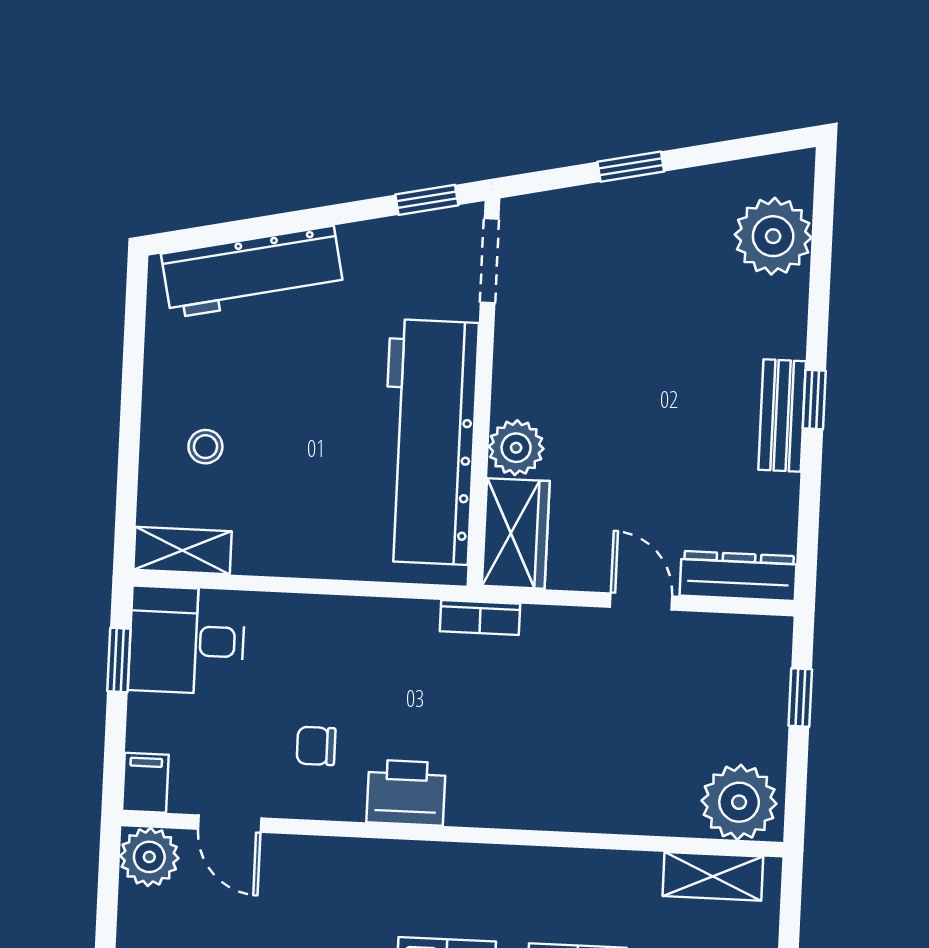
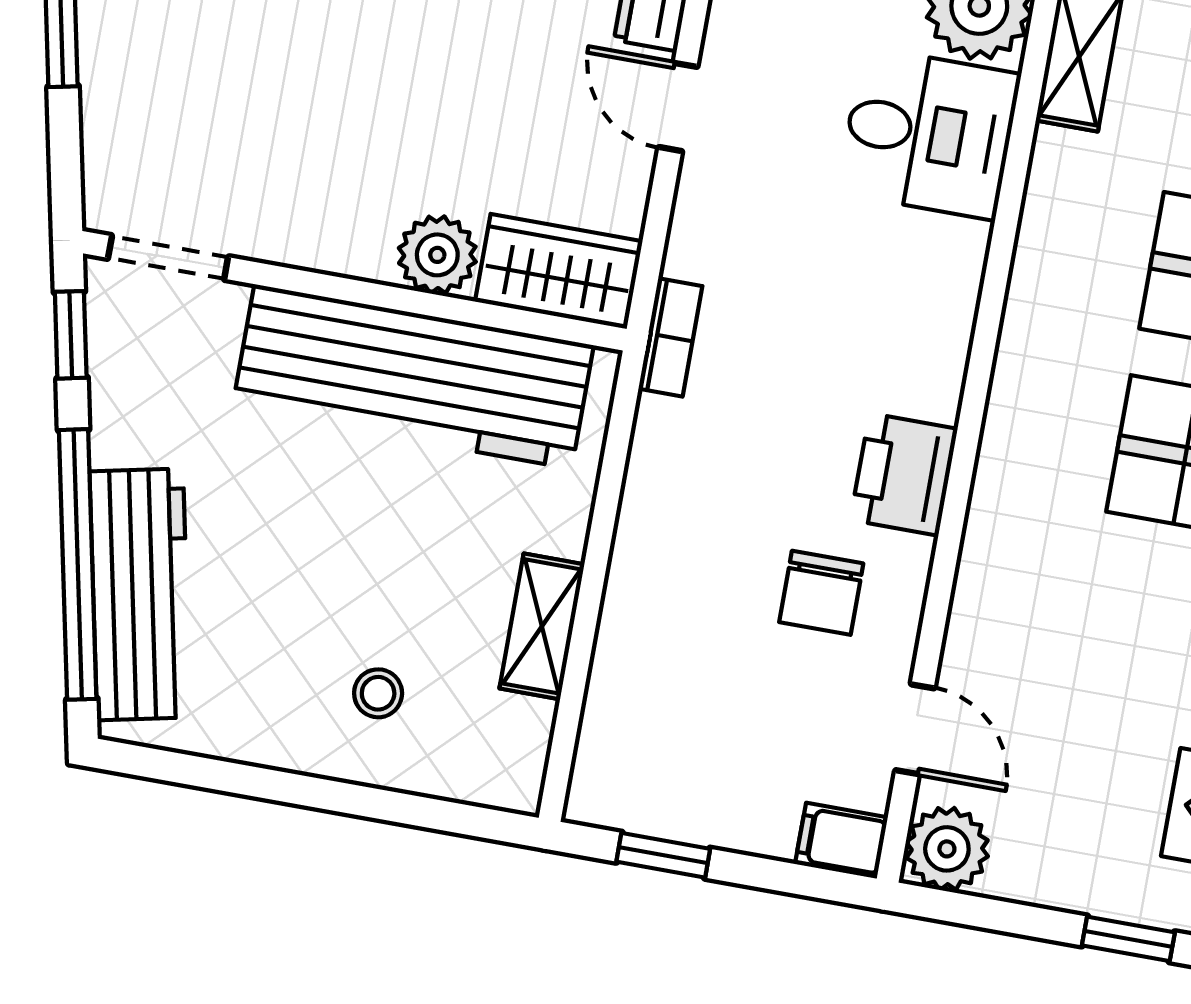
window: (268, 226) -> (78, 564), added
shelving: (183, 551) -> (542, 626), moved
door: (641, 602) -> (678, 107), hinge flipped
desk: (187, 640) -> (929, 133), moved, turned -90
chair: (316, 746) -> (821, 593), width x1.37, depth x1.37
door: (230, 824) -> (915, 729), hinge flipped

